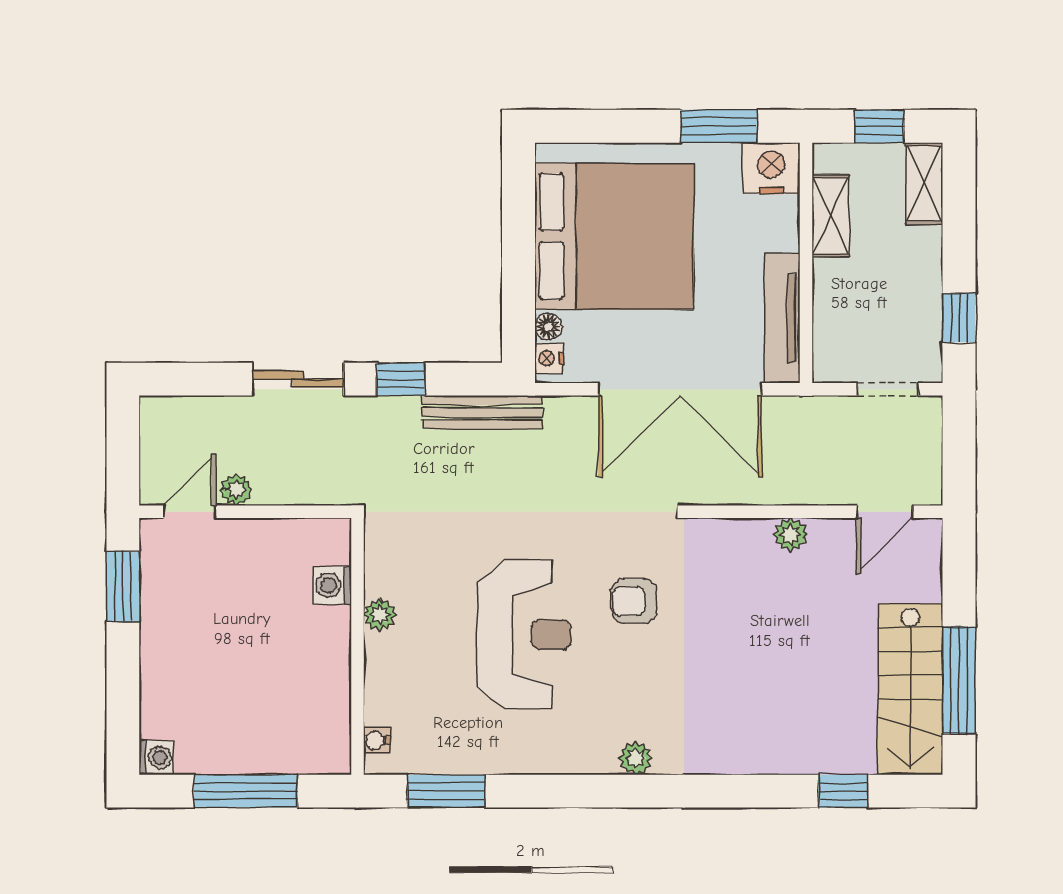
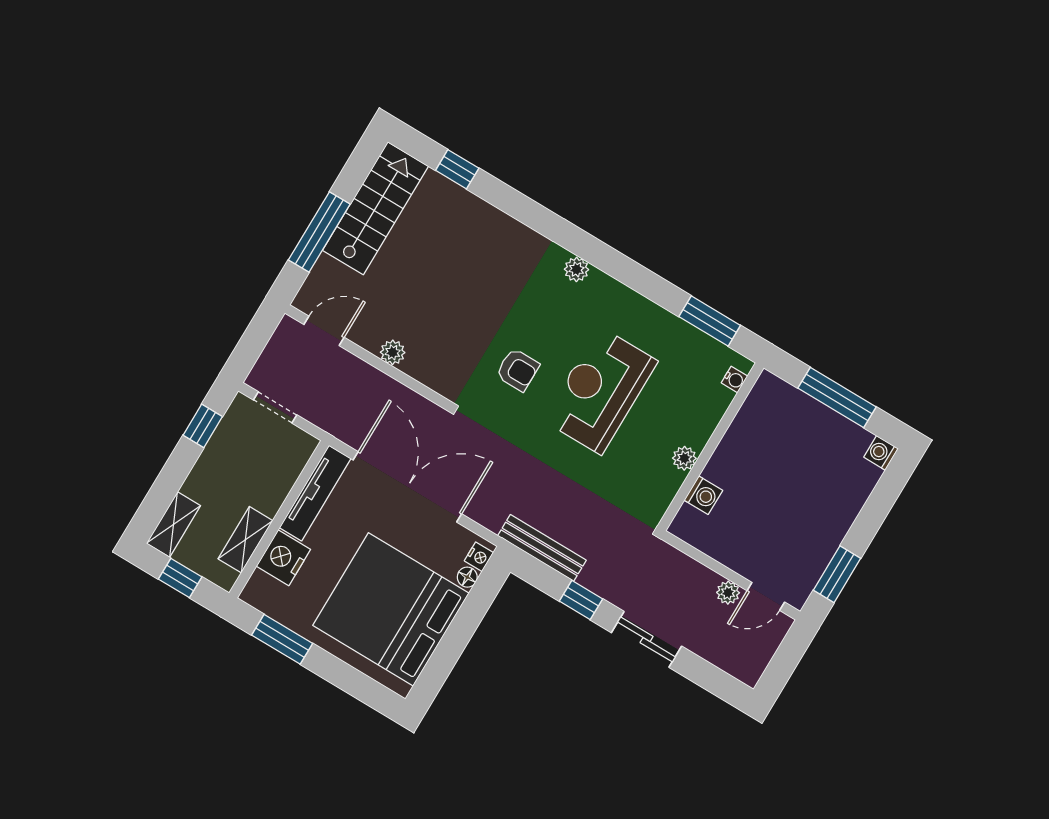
nightstand: (771, 168) -> (283, 558), moved, turned 90
window: (959, 680) -> (319, 232), moved

